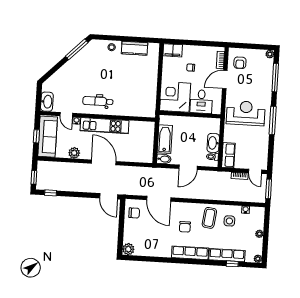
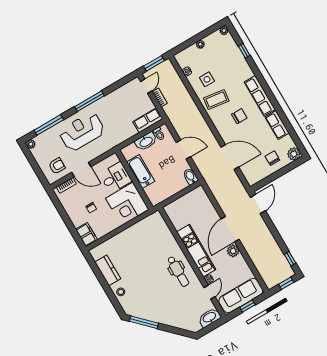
reception desk: (246, 113) -> (82, 132), moved, turned 90
bathtub: (165, 139) -> (141, 172), moved, turned 90
plant: (74, 153) -> (233, 251), moved
door: (159, 199) -> (230, 157), hinge flipped
chair: (134, 213) -> (272, 158), moved
row of seats: (227, 255) -> (277, 125), moved, width x0.68

